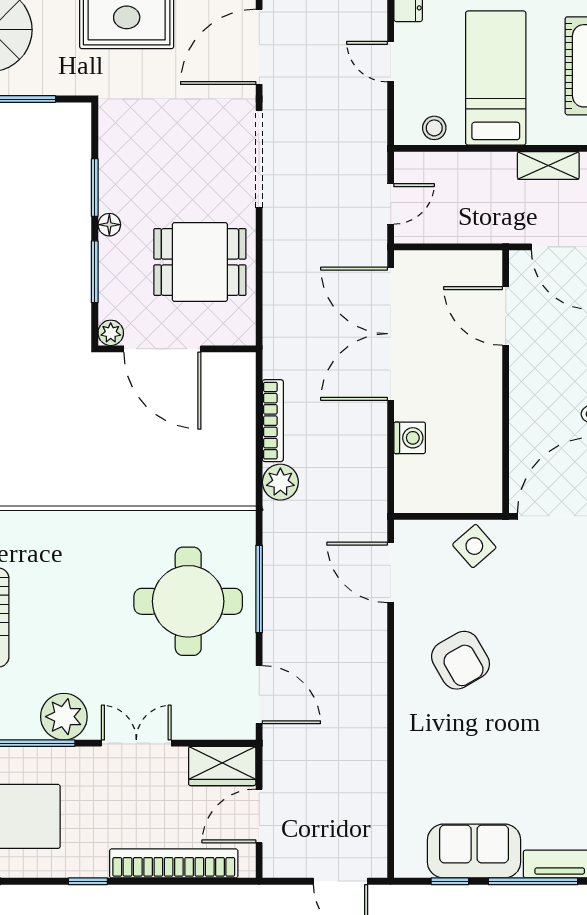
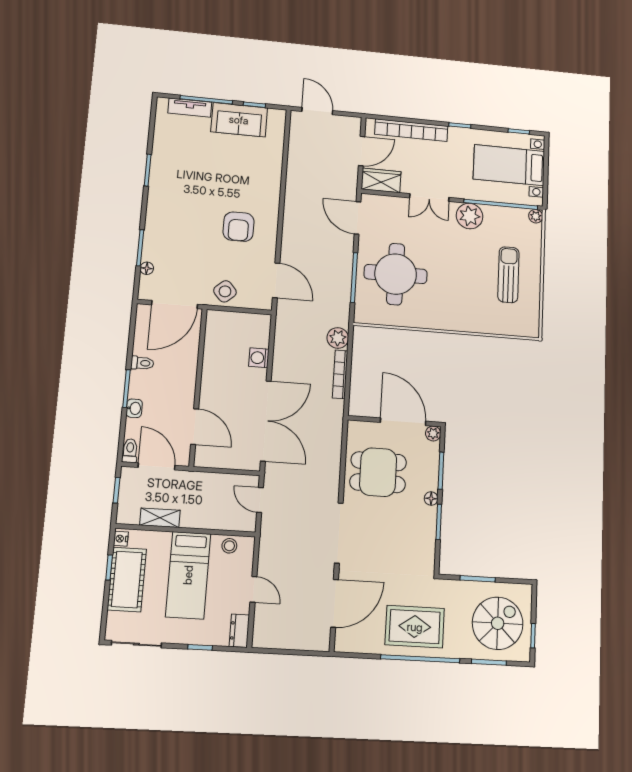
door: (391, 204) -> (260, 500), hinge flipped
armchair: (460, 660) -> (239, 227), turned -150

